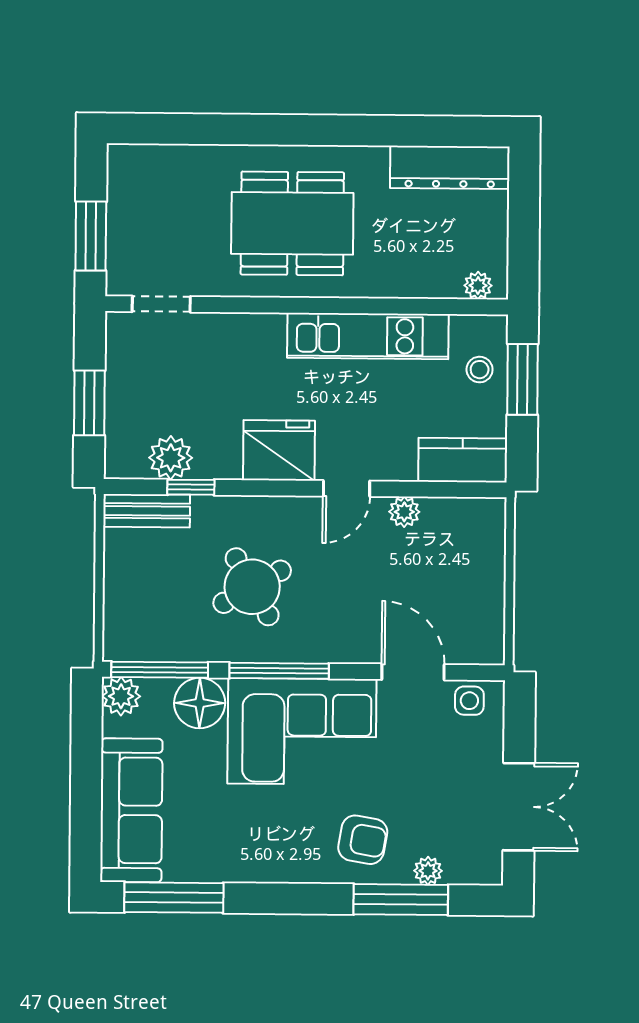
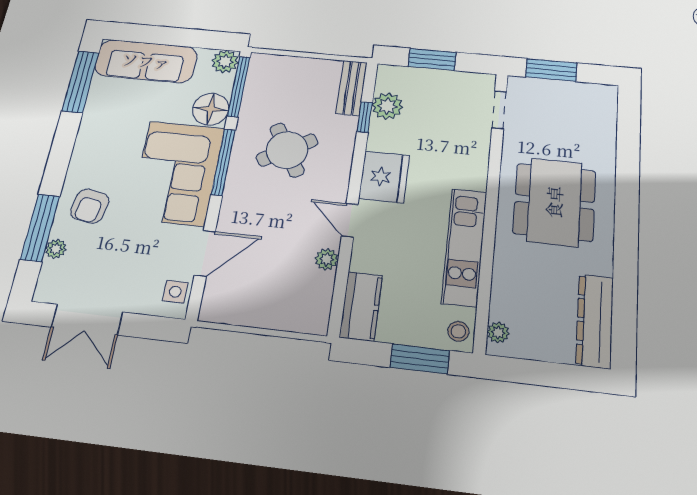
stool: (480, 370) -> (458, 331), moved

